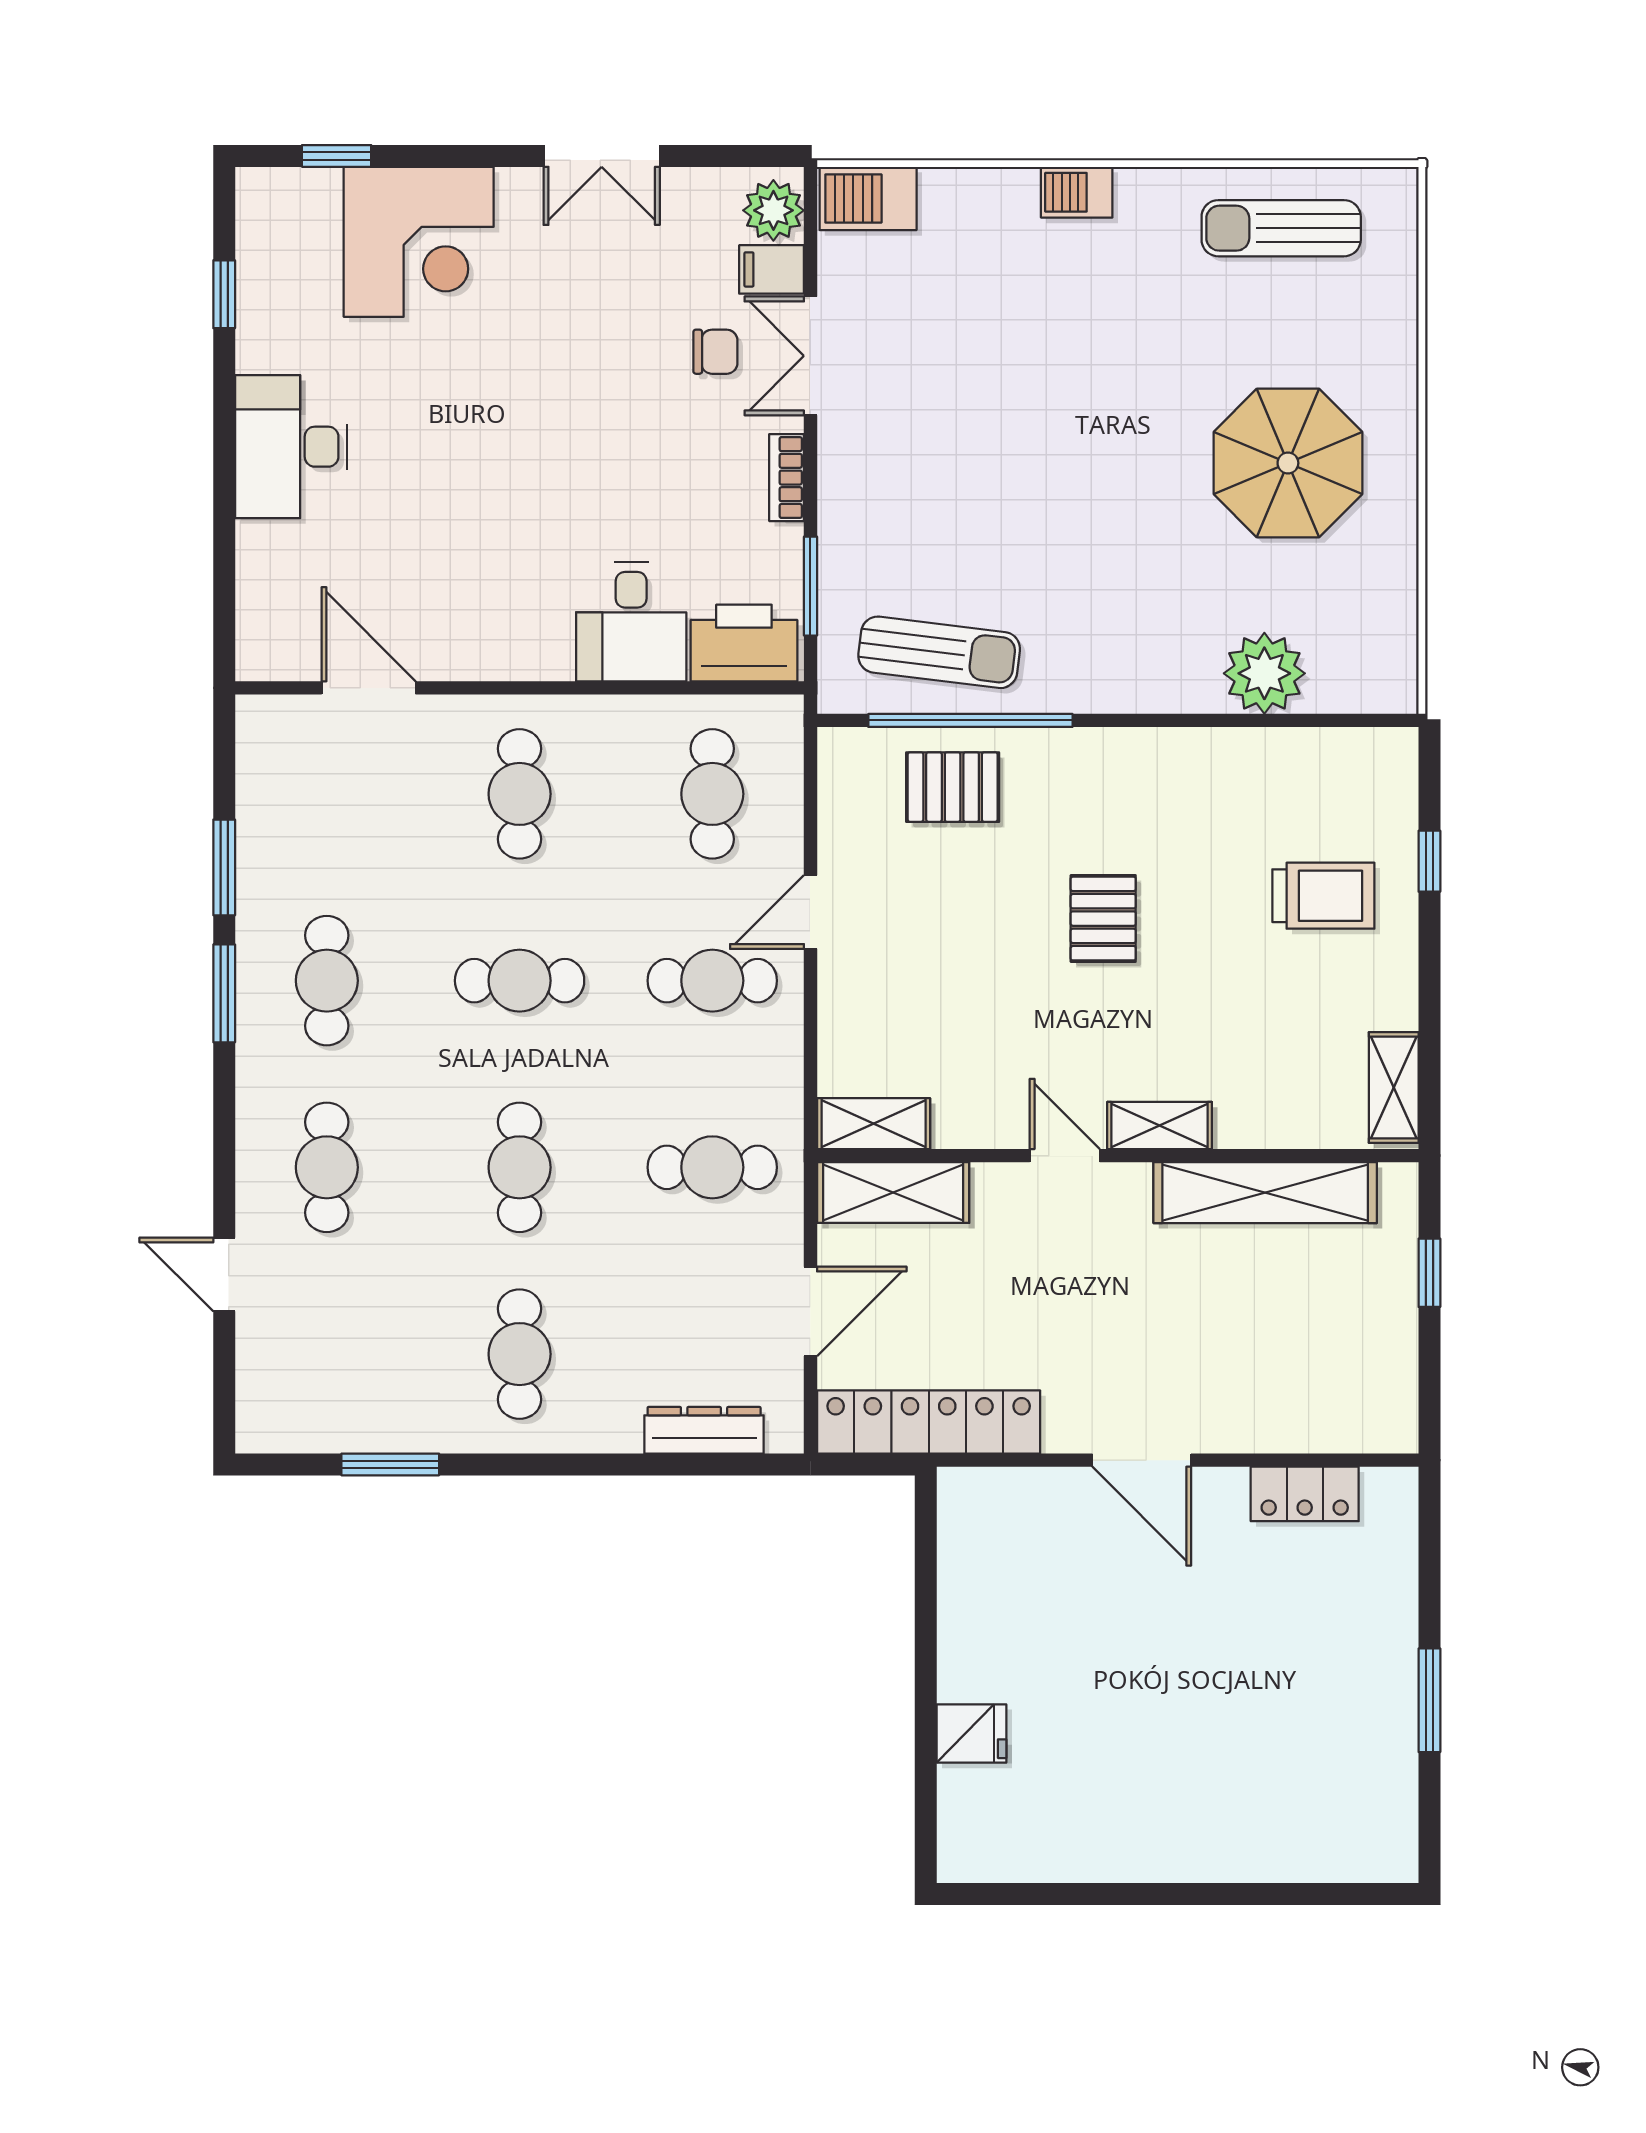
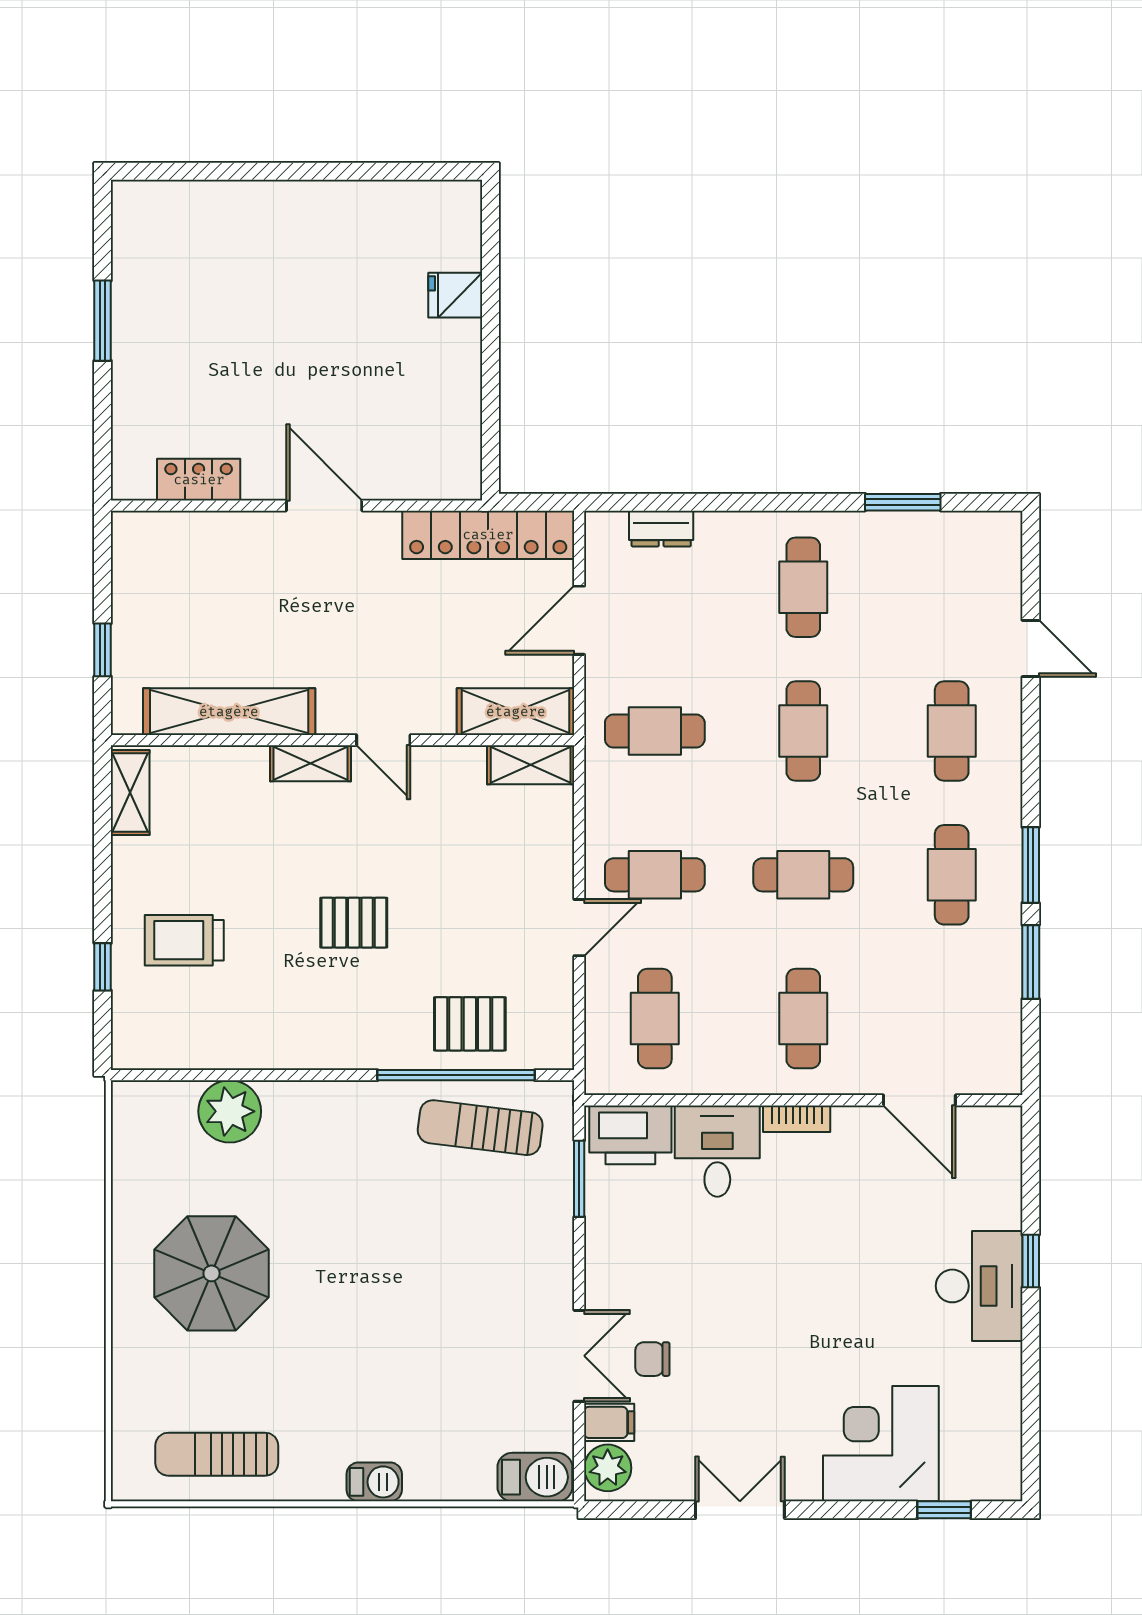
sun lounger: (1281, 228) -> (217, 1454), turned 180
window: (224, 294) -> (1031, 1261), moved
bookcase: (787, 478) -> (797, 1119), moved, turned 90
pallet: (1103, 919) -> (354, 923), turned 90
dresser: (704, 1430) -> (661, 529), width x0.70

